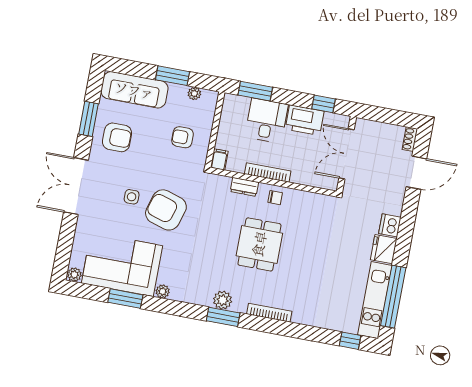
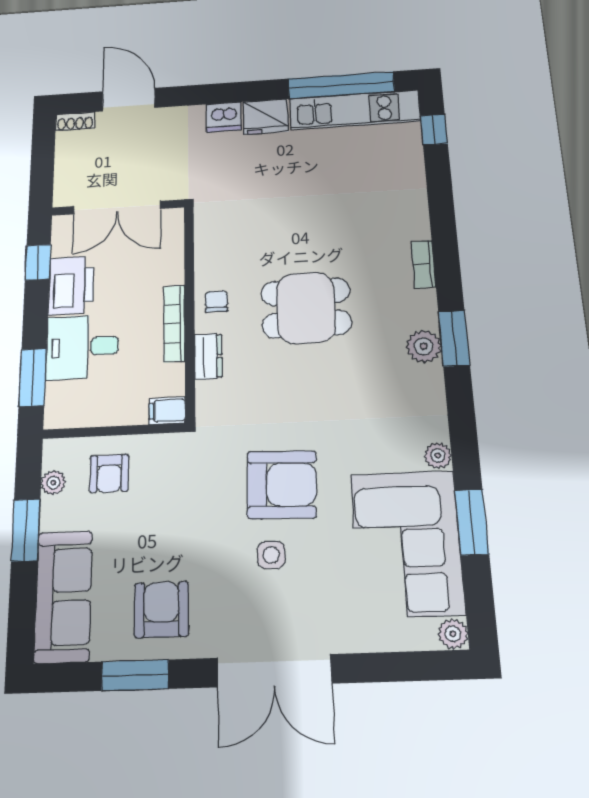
armchair: (183, 137) -> (109, 473), moved
armchair: (166, 210) -> (282, 485), turned -105
bookcase: (269, 313) -> (423, 264), width x0.64

